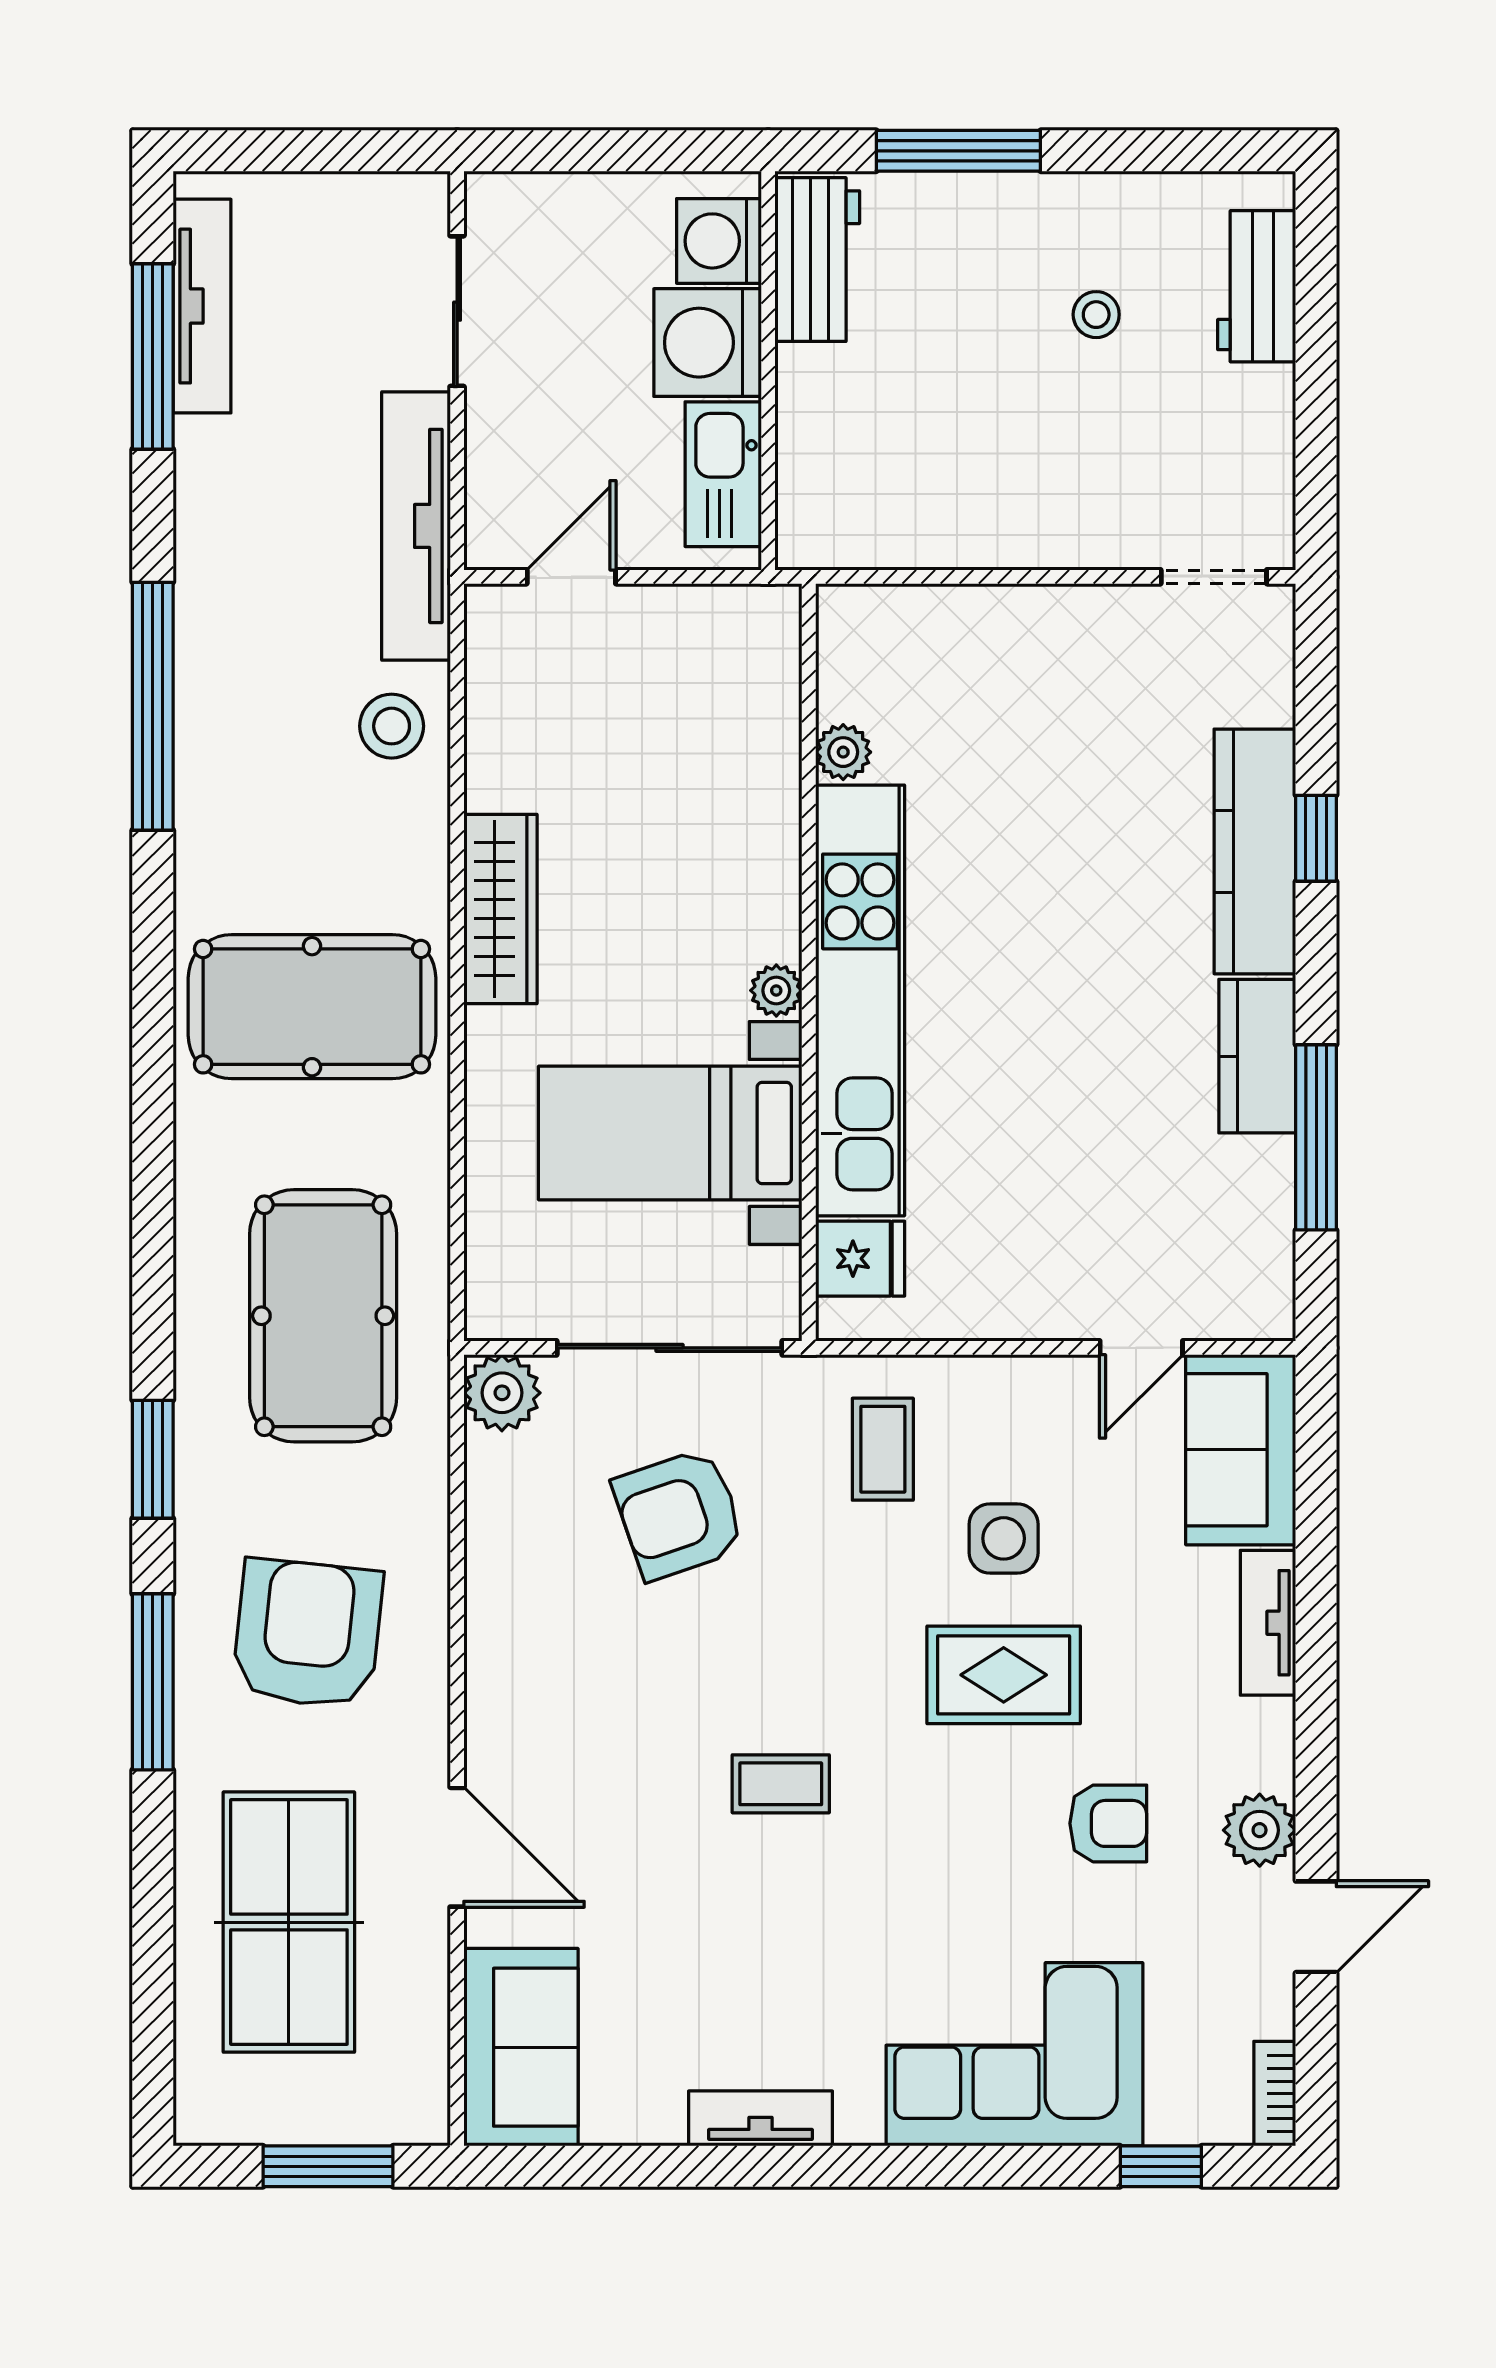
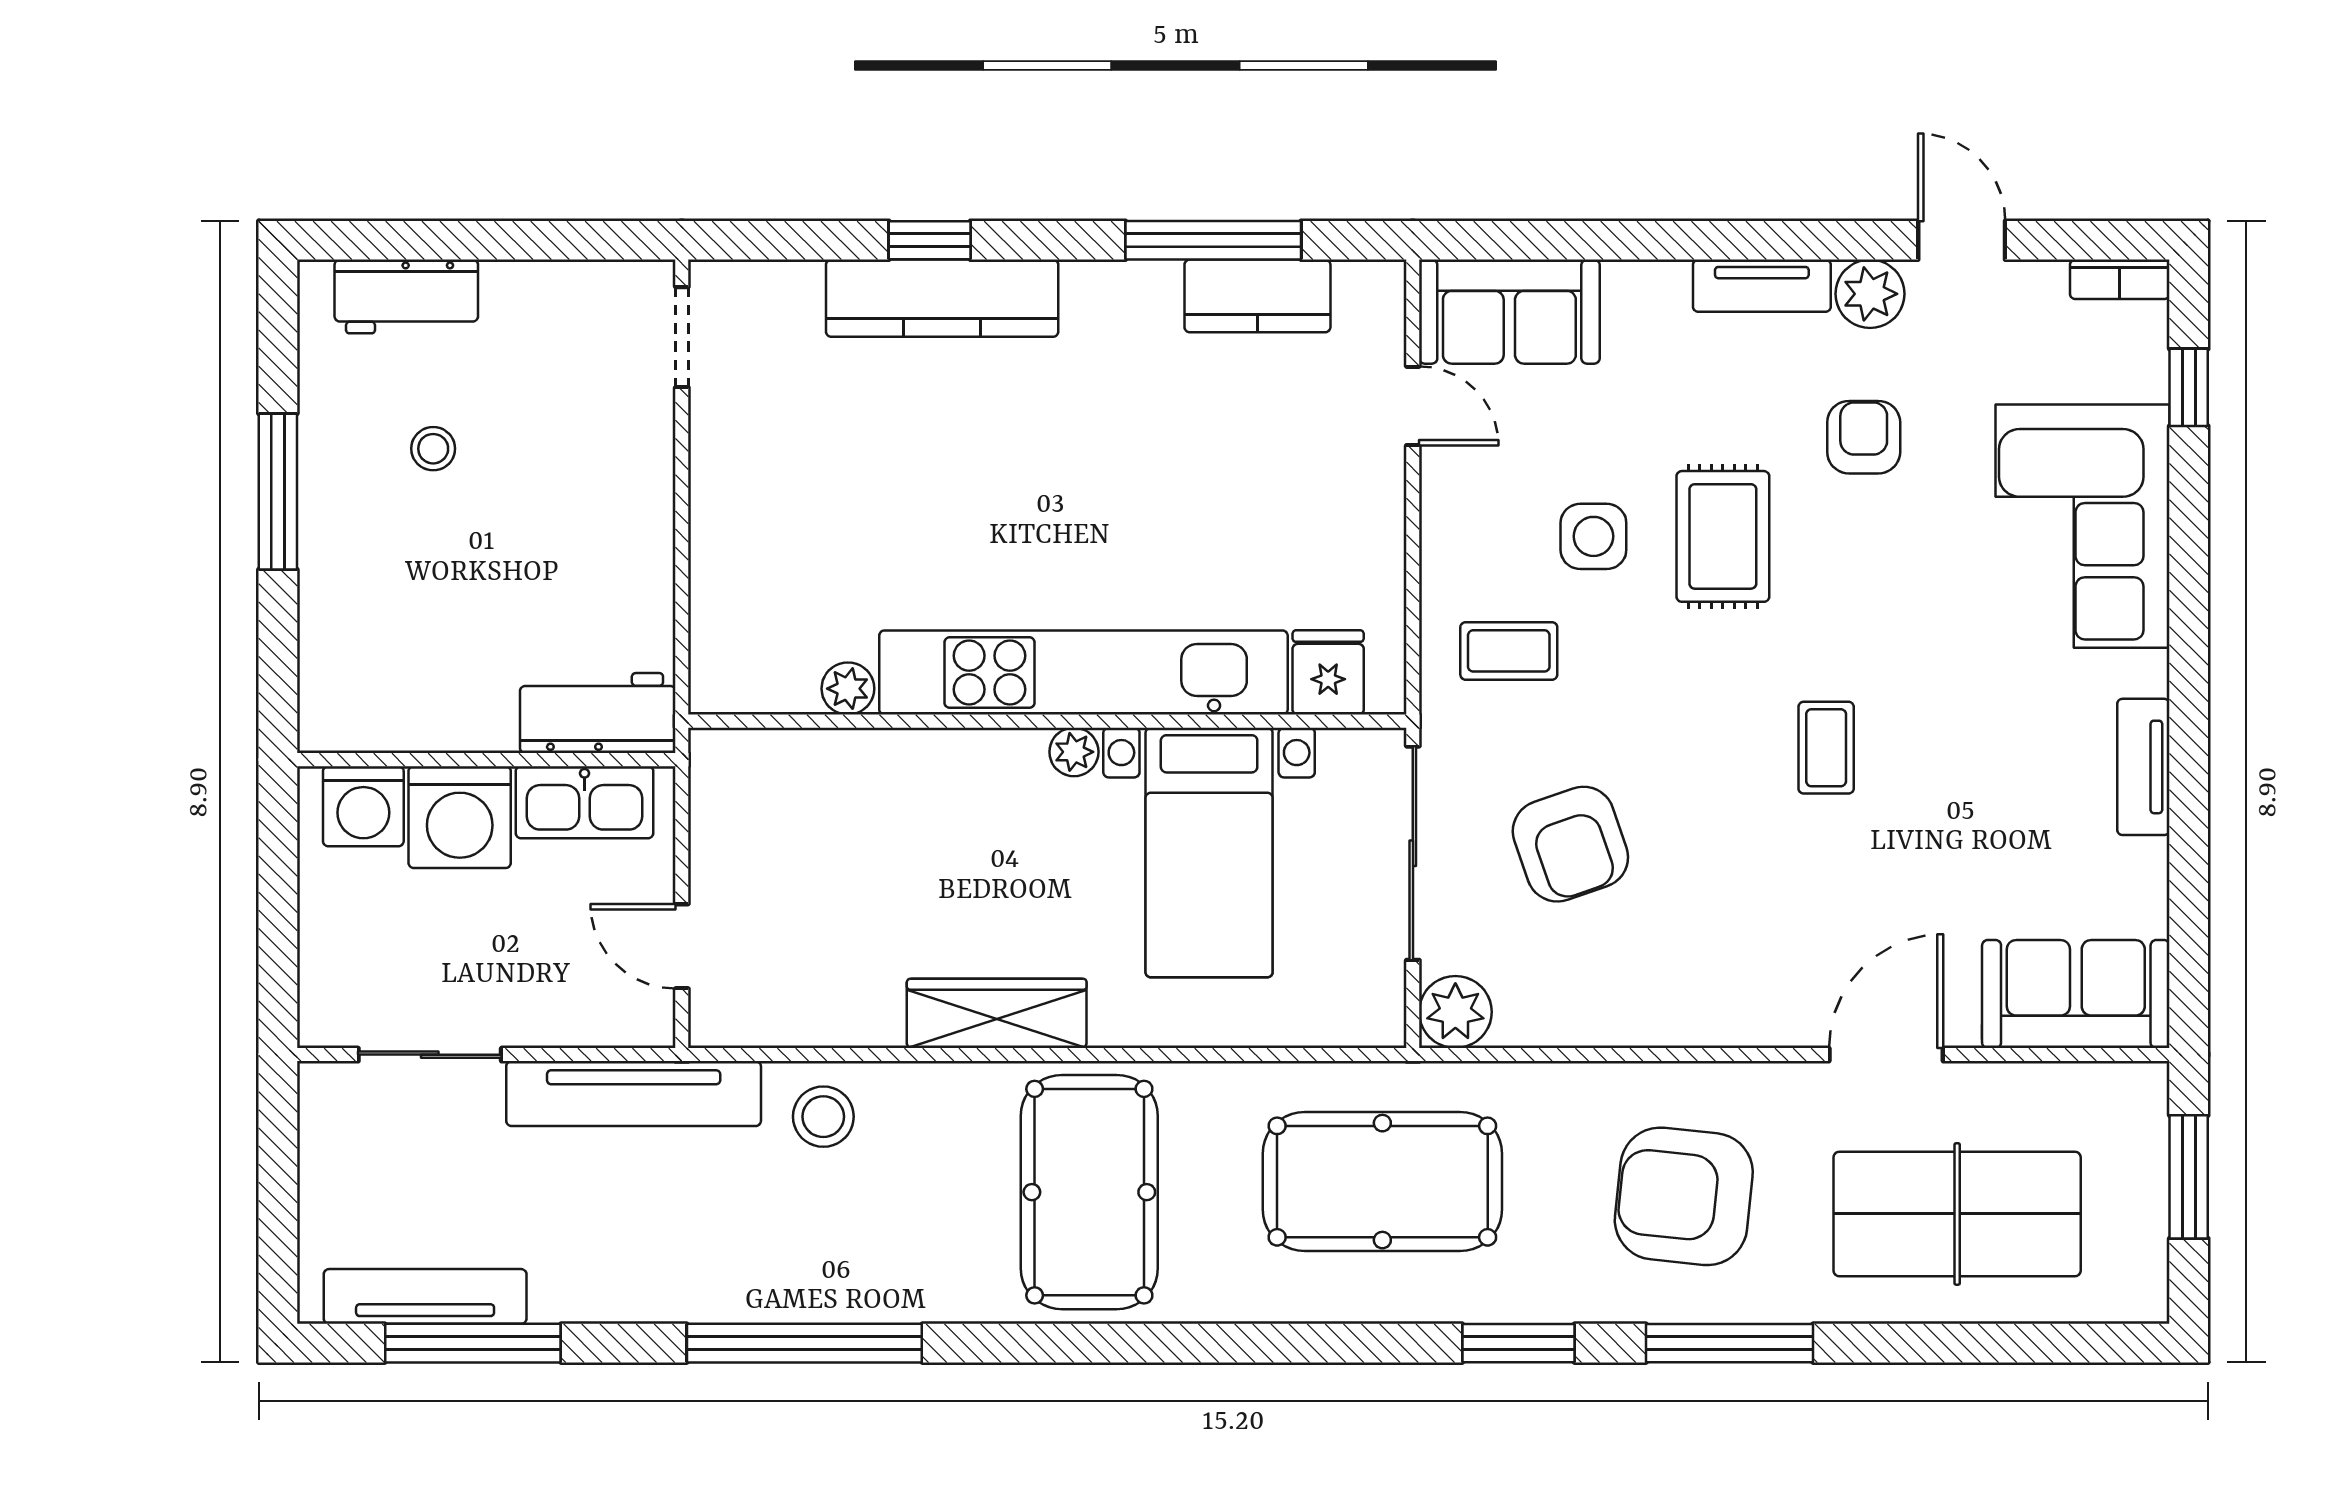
window: (958, 151) -> (278, 492), moved
workbench: (817, 260) -> (598, 713), moved
kitchen counter: (1257, 1056) -> (1257, 296), moved
tv unit: (1268, 1623) -> (1762, 286), moved

